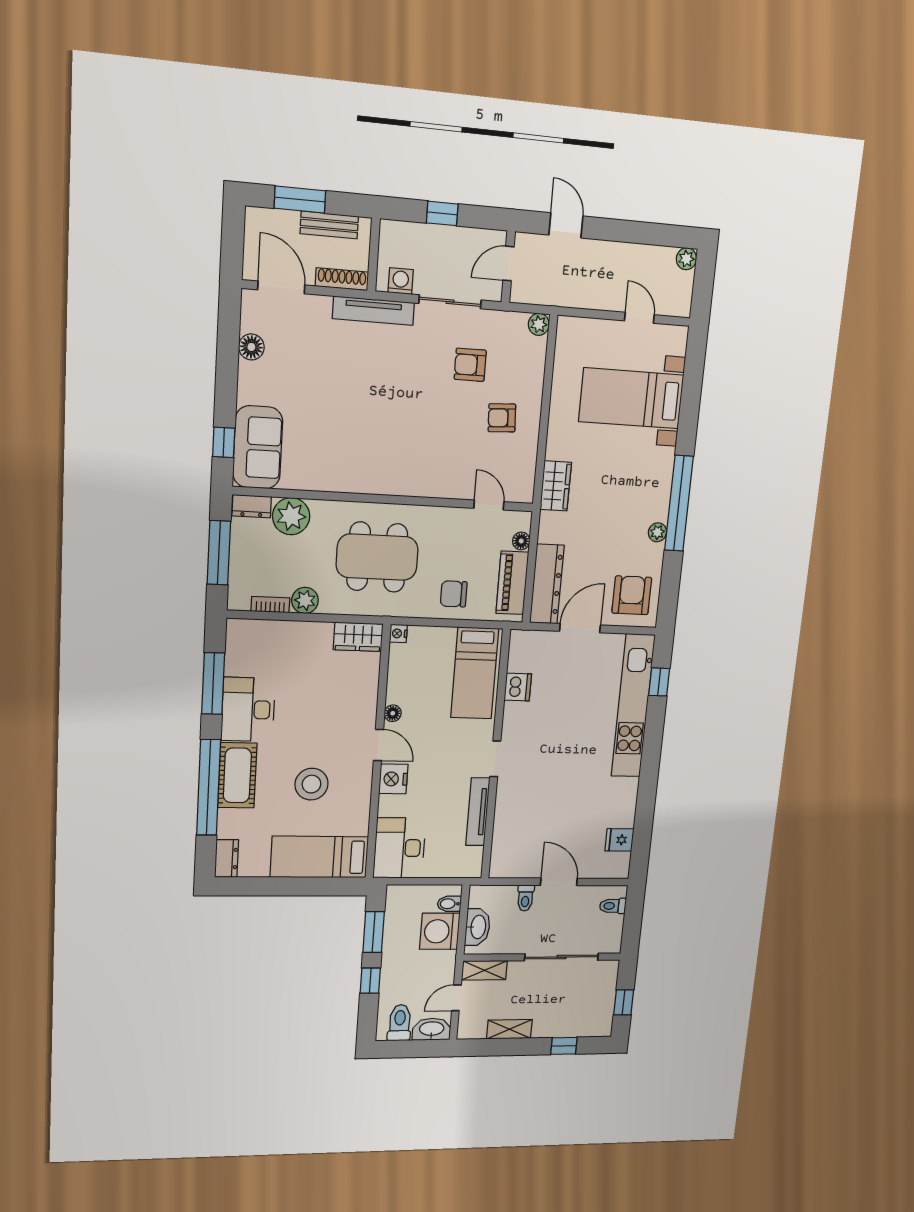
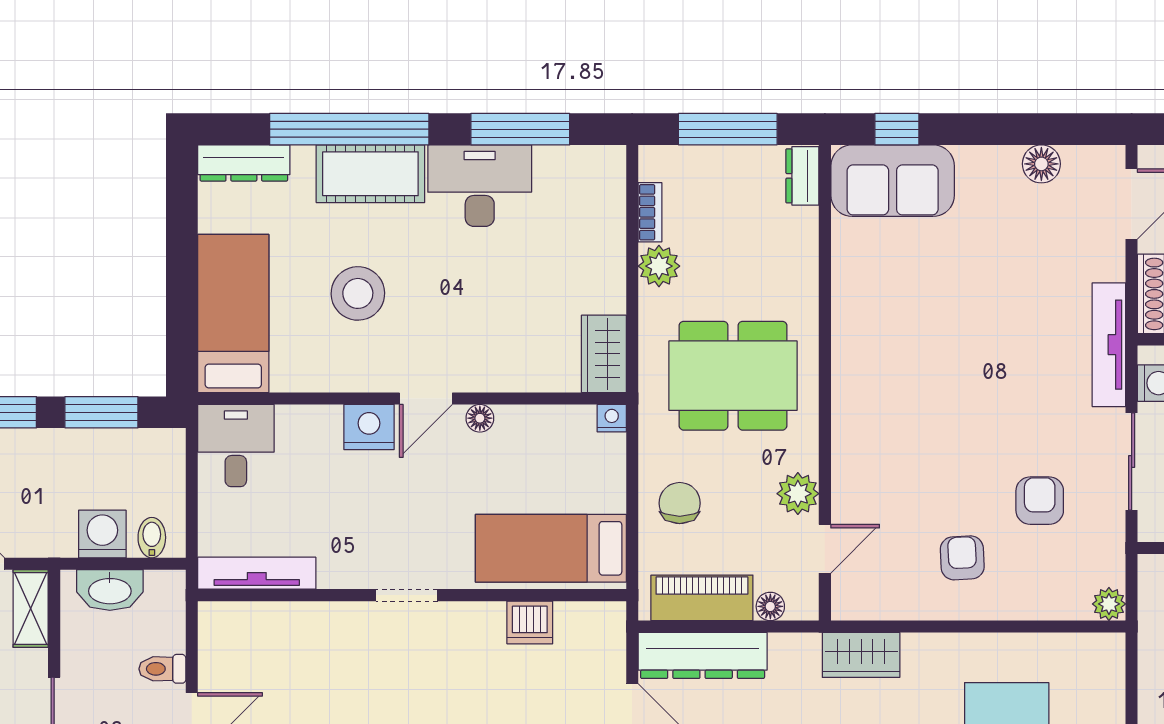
plant: (291, 516) -> (798, 494), moved, width x0.73, depth x0.73
dining table: (377, 557) -> (733, 376), turned 90
tv unit: (478, 812) -> (257, 573), moved
desk: (399, 848) -> (236, 446), width x0.73
dresser: (227, 858) -> (244, 163), width x1.44
washing machine: (440, 931) -> (102, 534), width x0.73, depth x0.73

